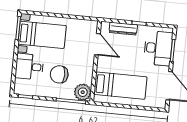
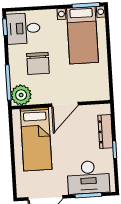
door: (97, 44) -> (65, 104), moved
desk: (29, 67) -> (23, 28), moved, turned -90
chair: (59, 74) -> (38, 63), turned 180

